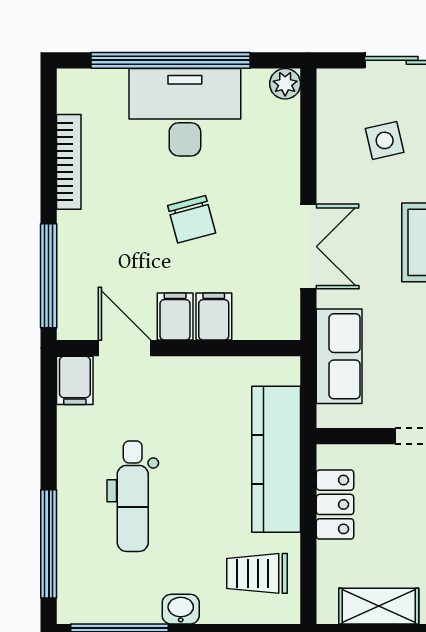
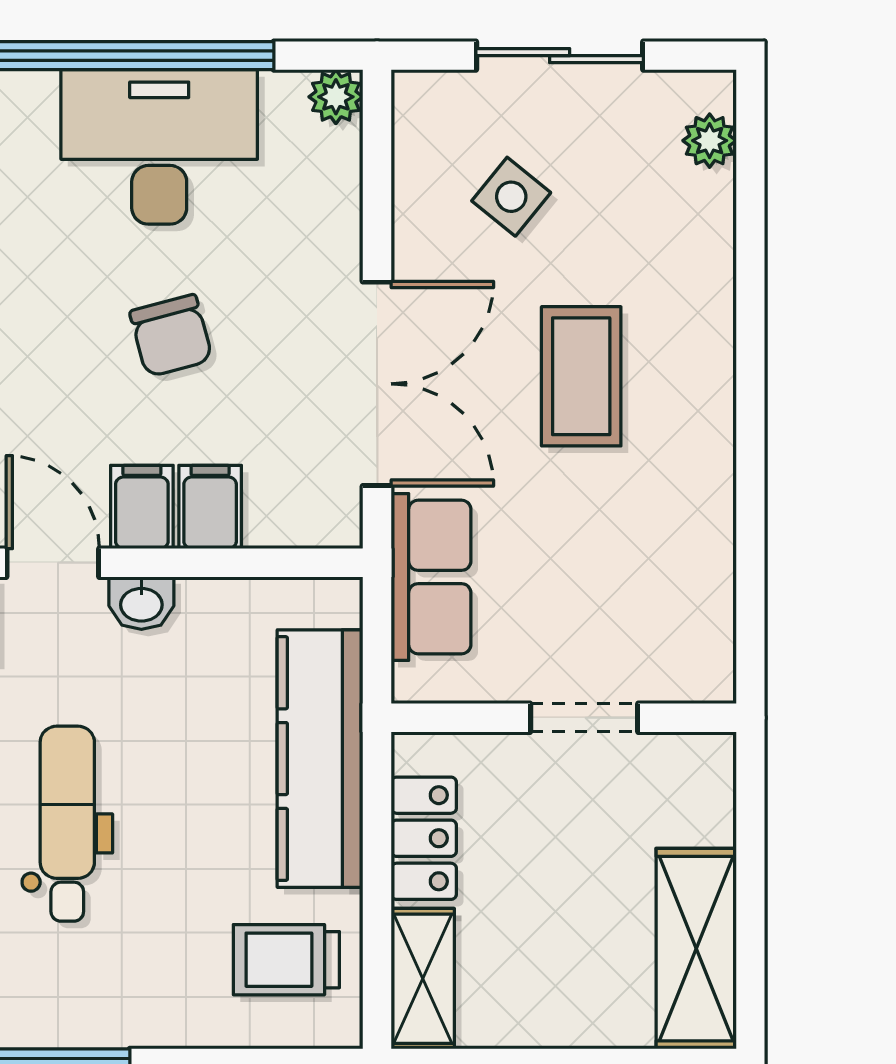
side table: (385, 140) -> (511, 197), turned -38
double door: (308, 247) -> (377, 384), width x1.37
dental chair: (133, 496) -> (67, 824), turned 180
shelving: (379, 606) -> (423, 979), moved, turned 90
washbasin: (181, 609) -> (141, 603), moved, turned 180

